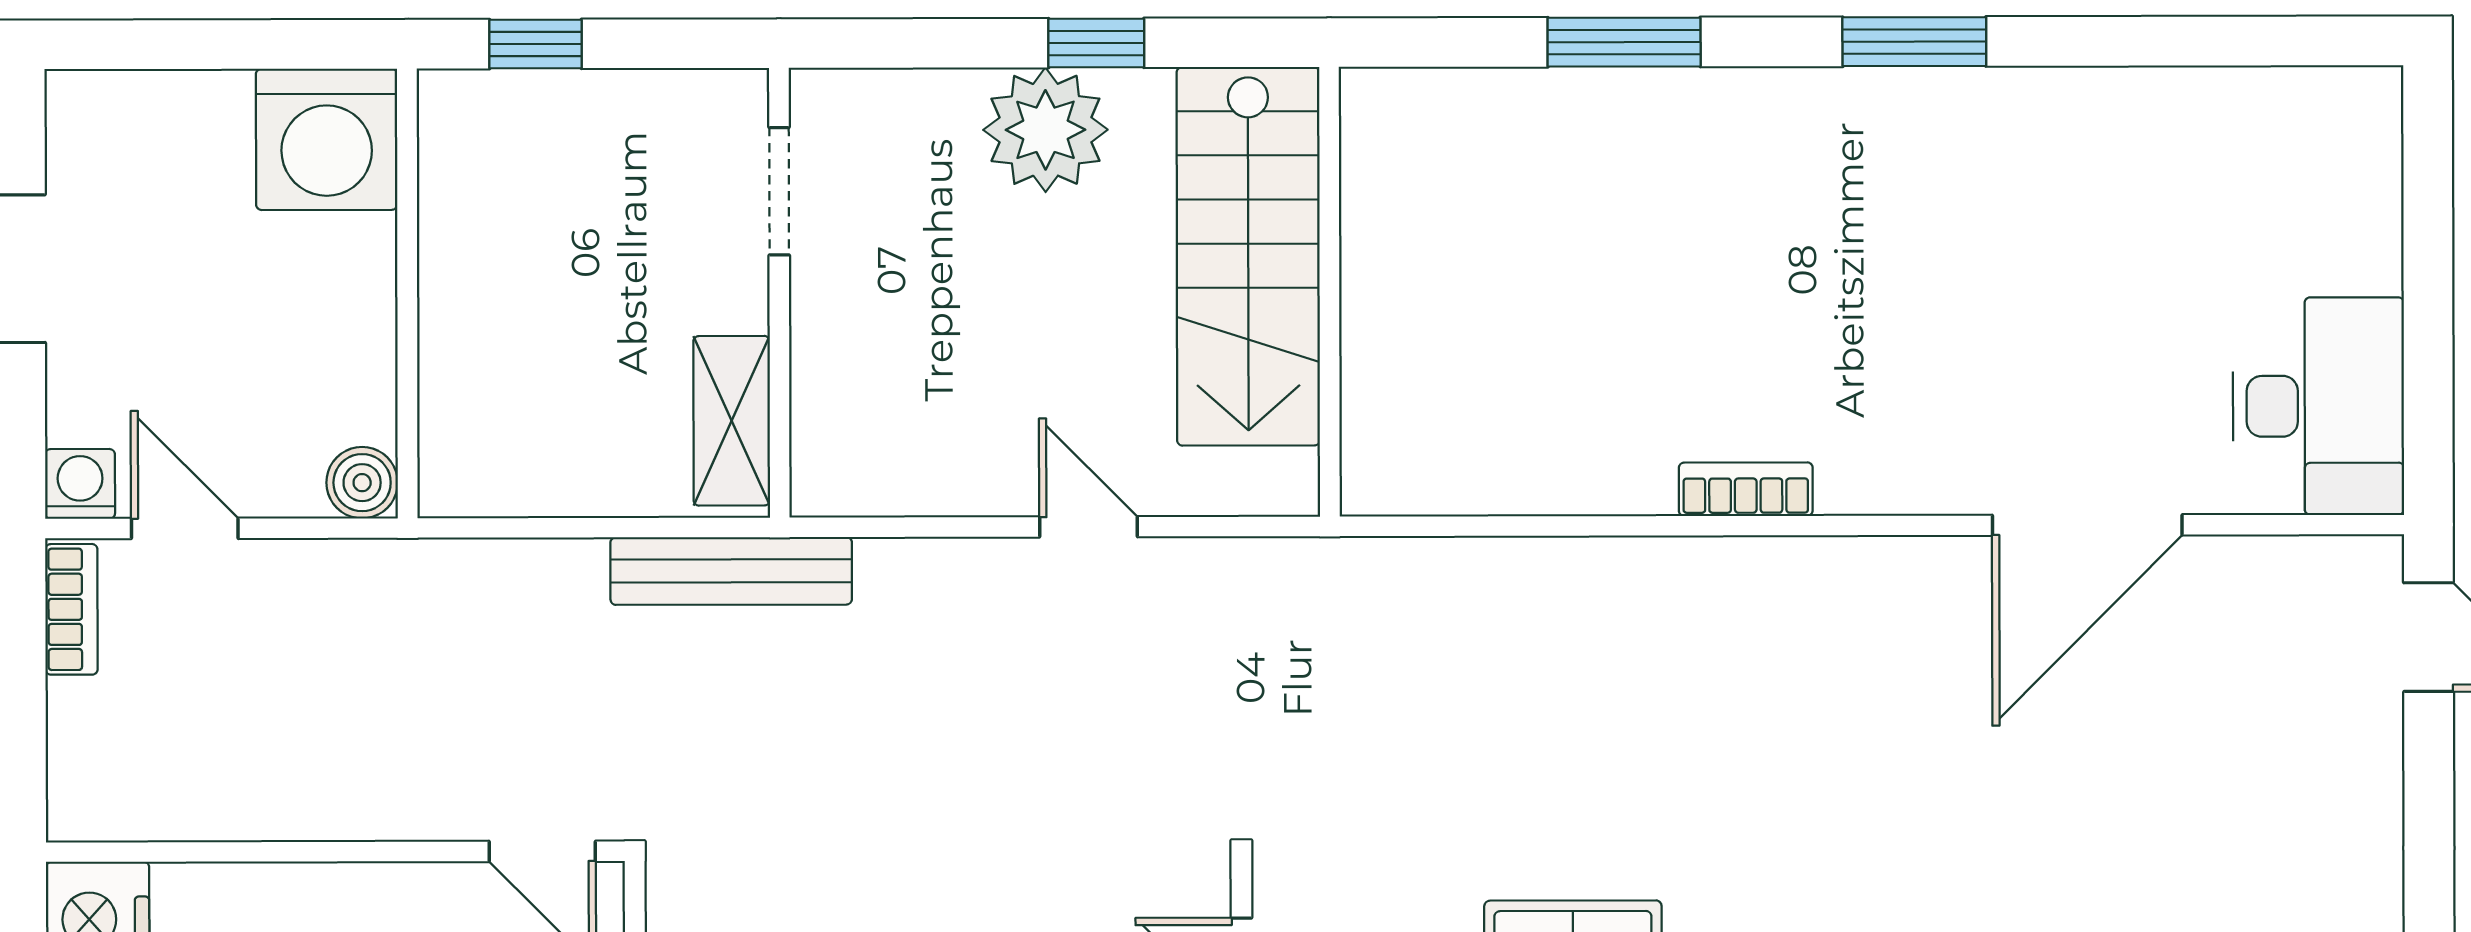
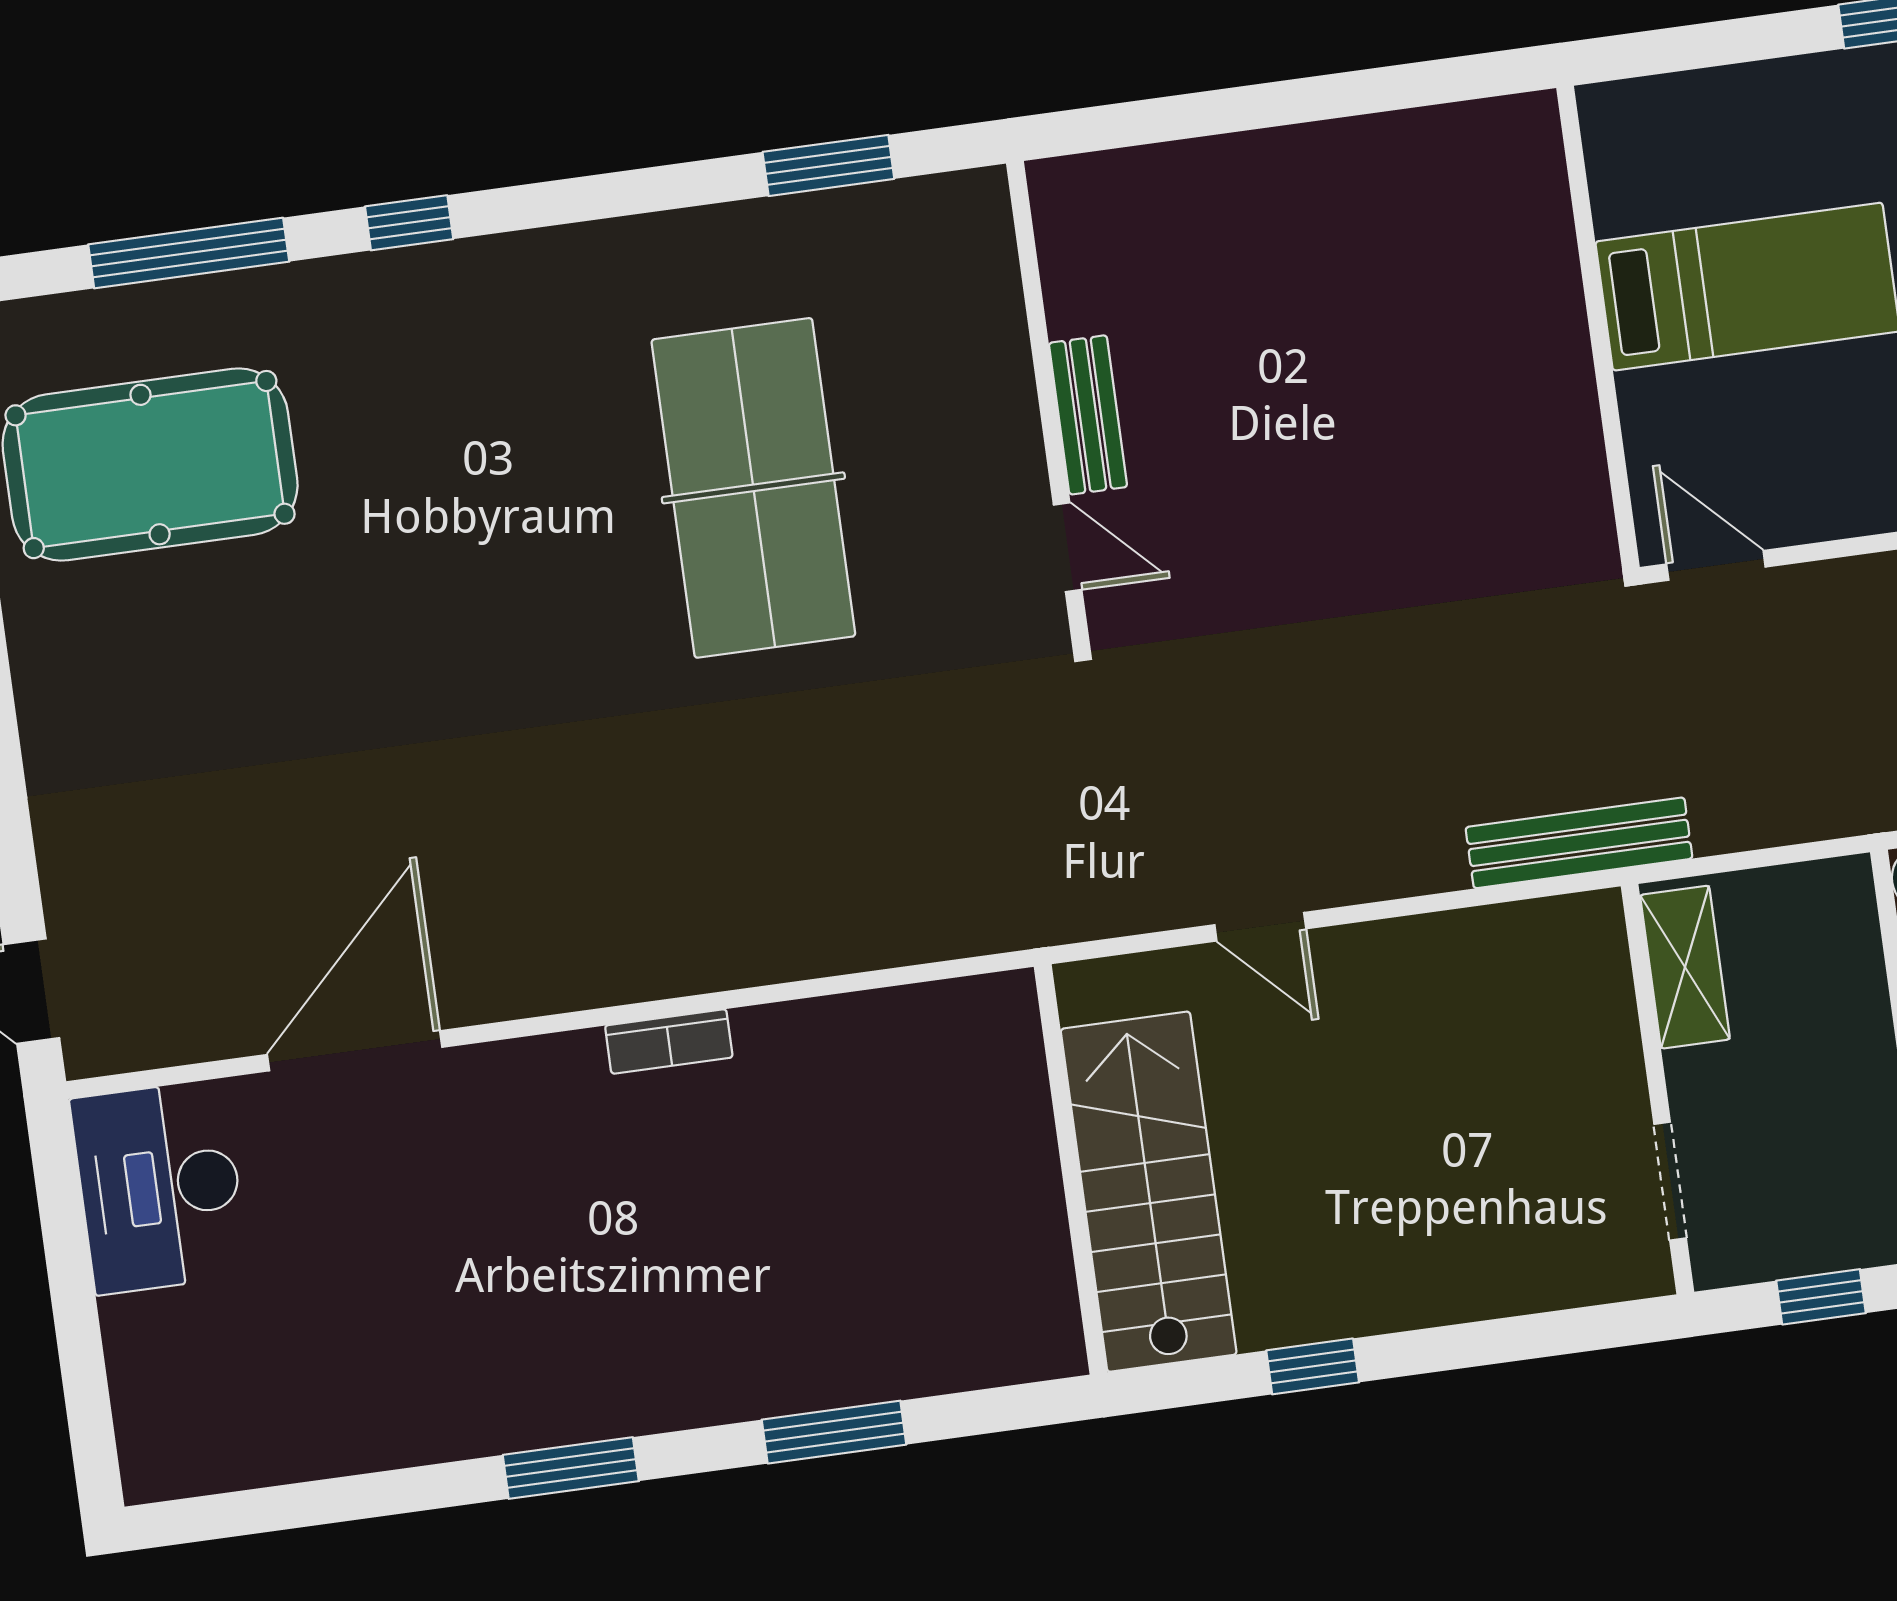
plant: (1045, 130) -> (1348, 1282), removed
doorway: (779, 191) -> (1670, 1181), moved
wall: (779, 293) -> (1657, 1089), moved
shelving: (732, 421) -> (1685, 967), moved

